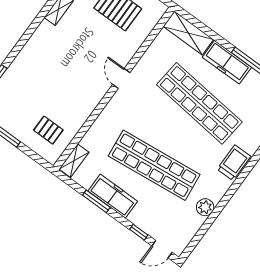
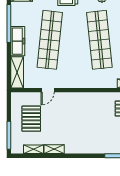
door: (121, 78) -> (48, 90), moved

